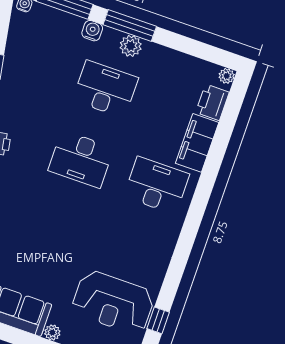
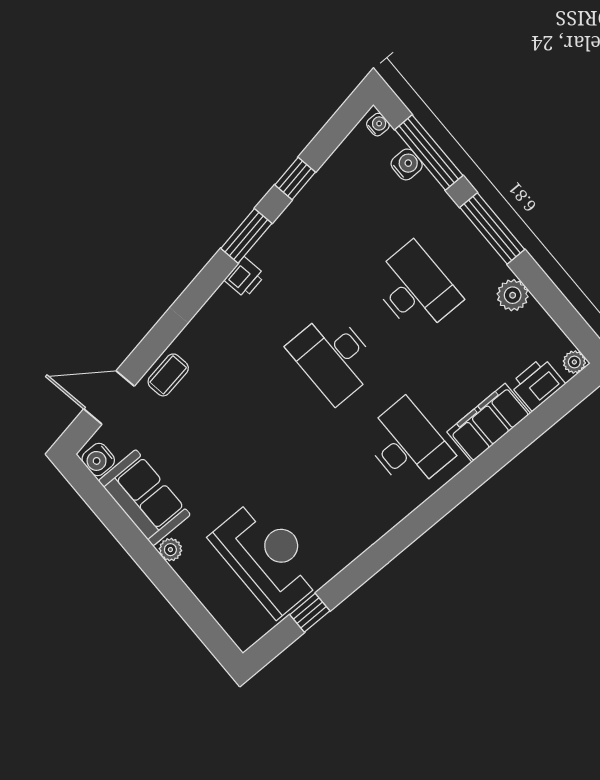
water cooler: (92, 31) -> (407, 164), moved
plant: (131, 46) -> (513, 295), moved
reception desk: (113, 302) -> (268, 557), turned 180

